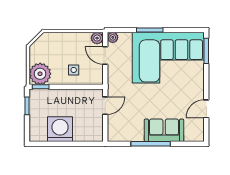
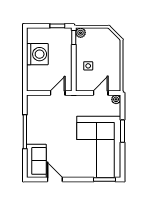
plant: (97, 38) -> (115, 86), removed
plant: (40, 74) -> (81, 33), width x0.53, depth x0.53
door: (105, 106) -> (58, 93), swing flipped
sofa: (164, 130) -> (36, 161), moved

